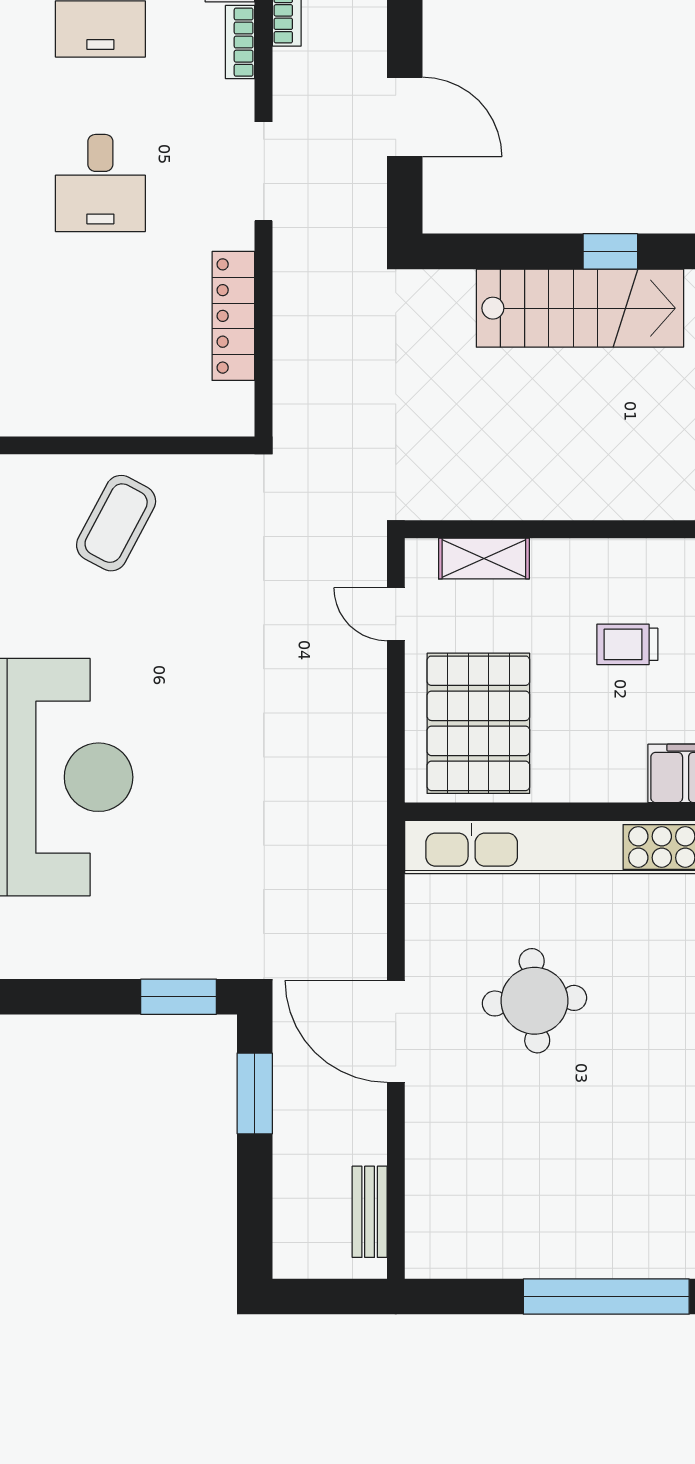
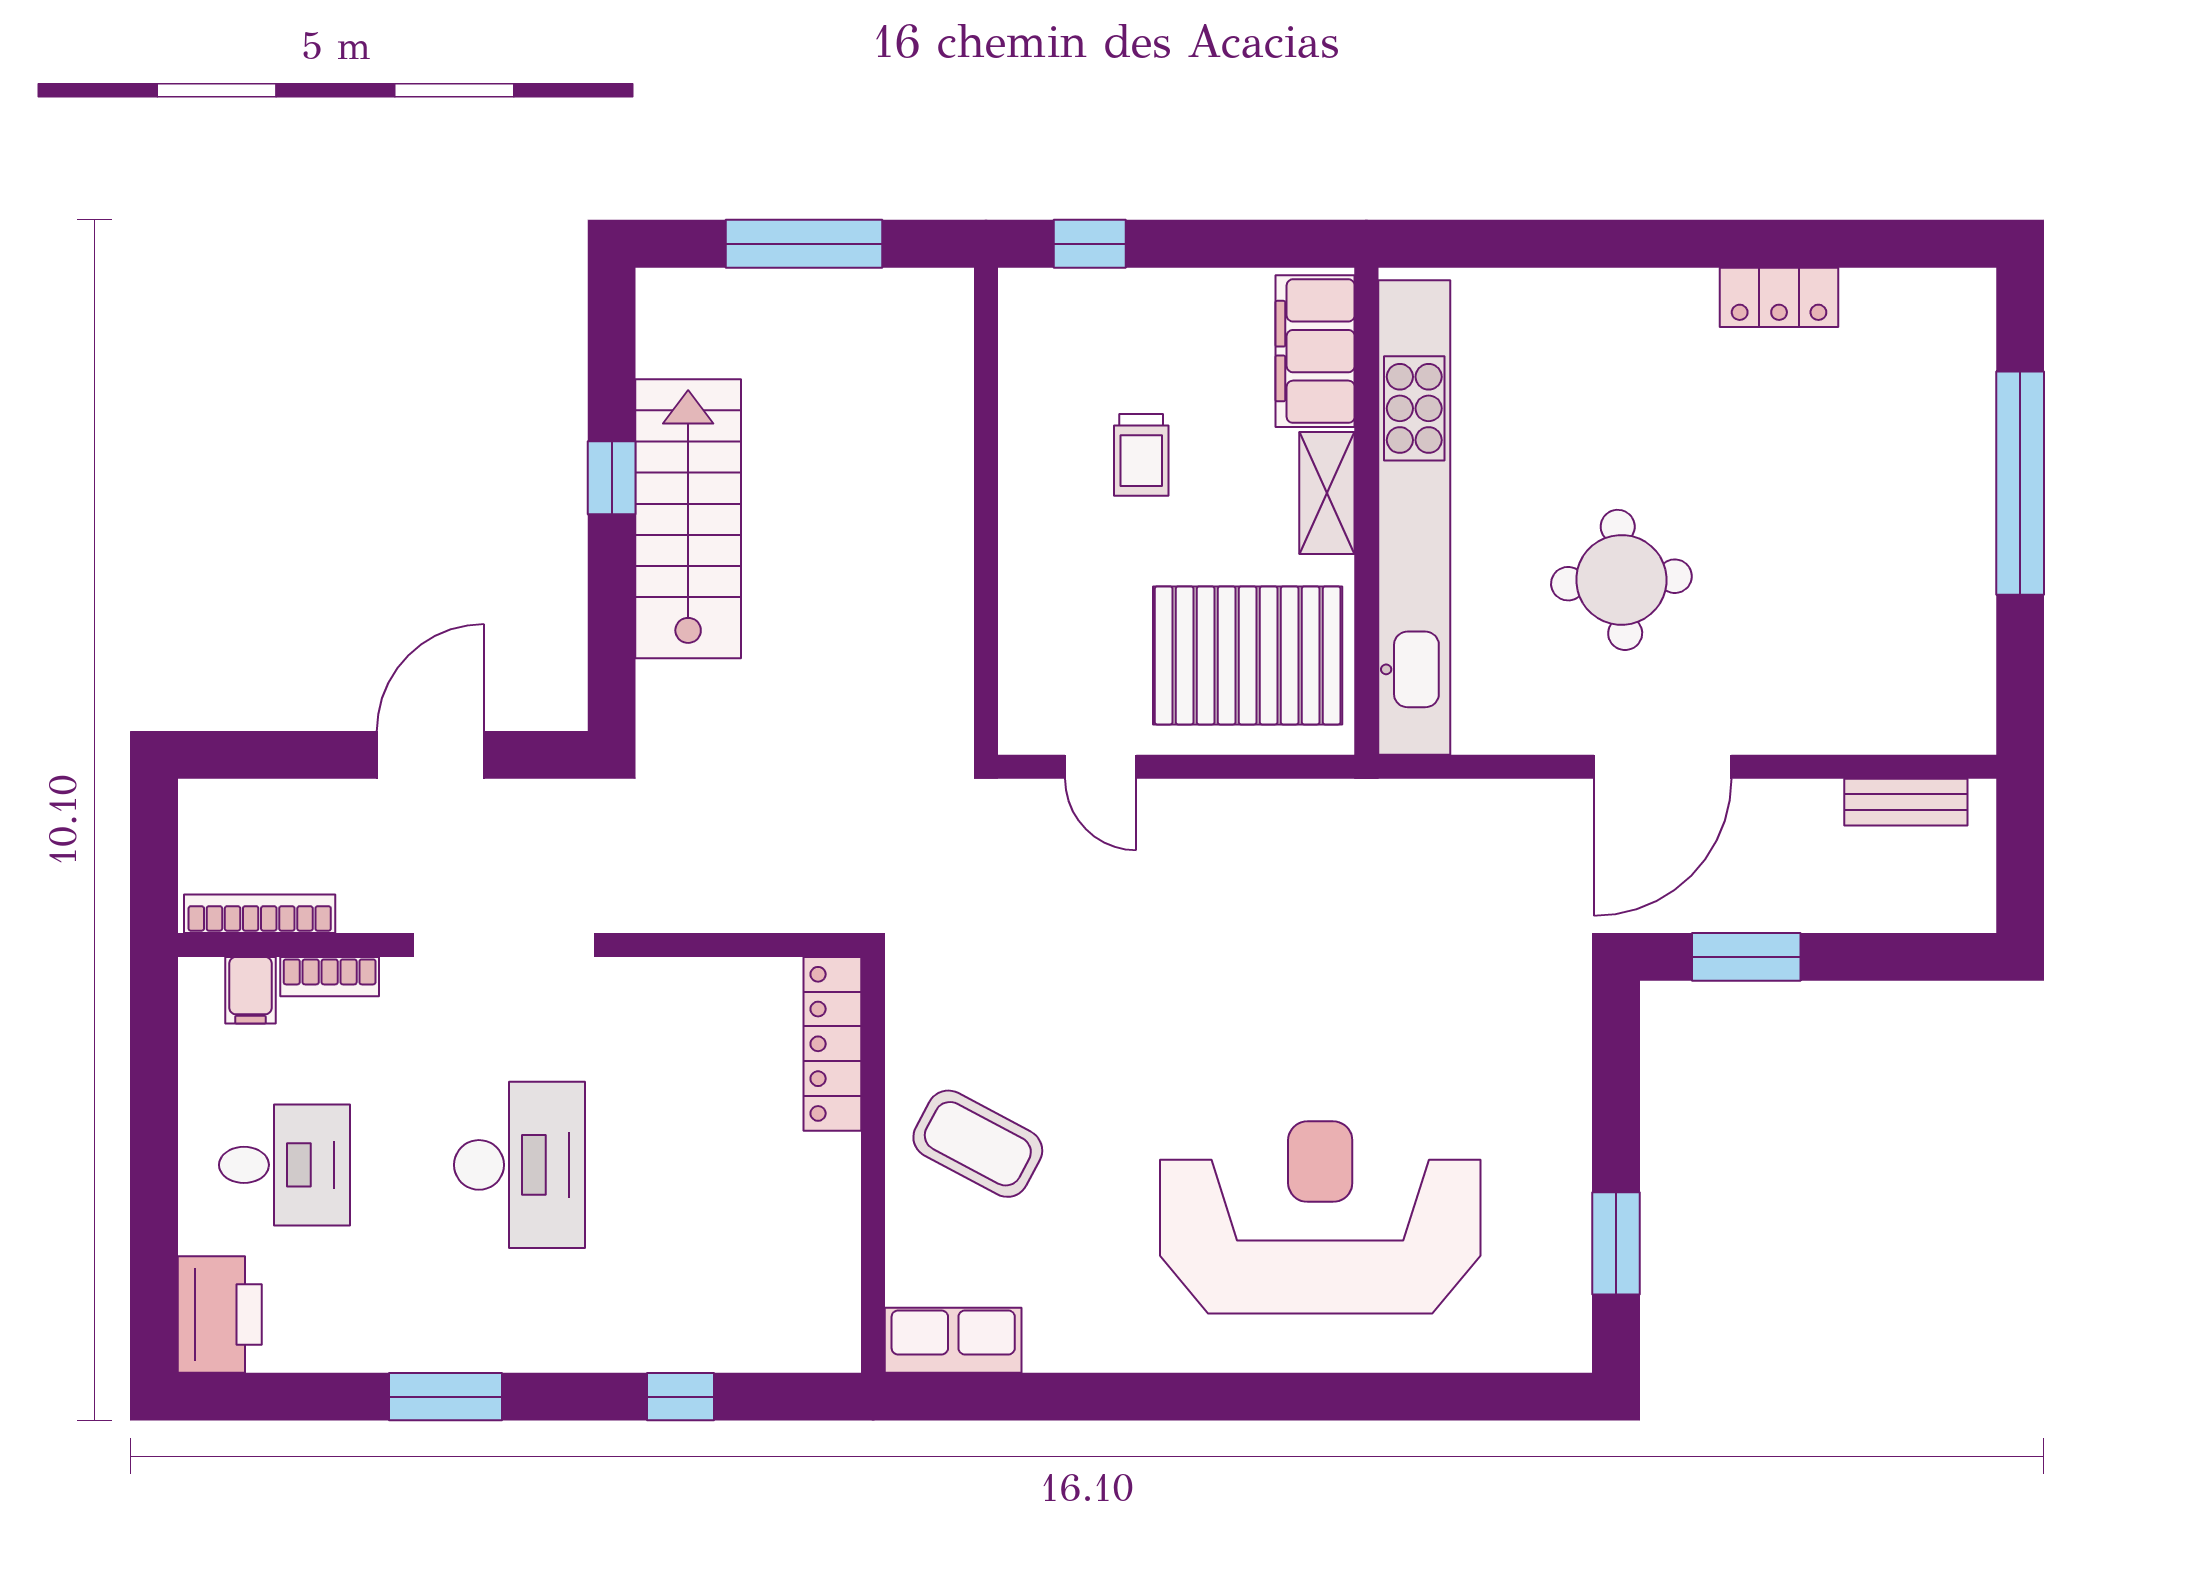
doorway: (264, 171) -> (504, 945), width x1.36
desk: (100, 183) -> (520, 1165), width x1.37
locker: (233, 316) -> (832, 1044), moved, turned 90
shelving: (484, 558) -> (1327, 493), moved
door: (396, 614) -> (1101, 767), hinge flipped
window: (179, 997) -> (1616, 1243), moved

